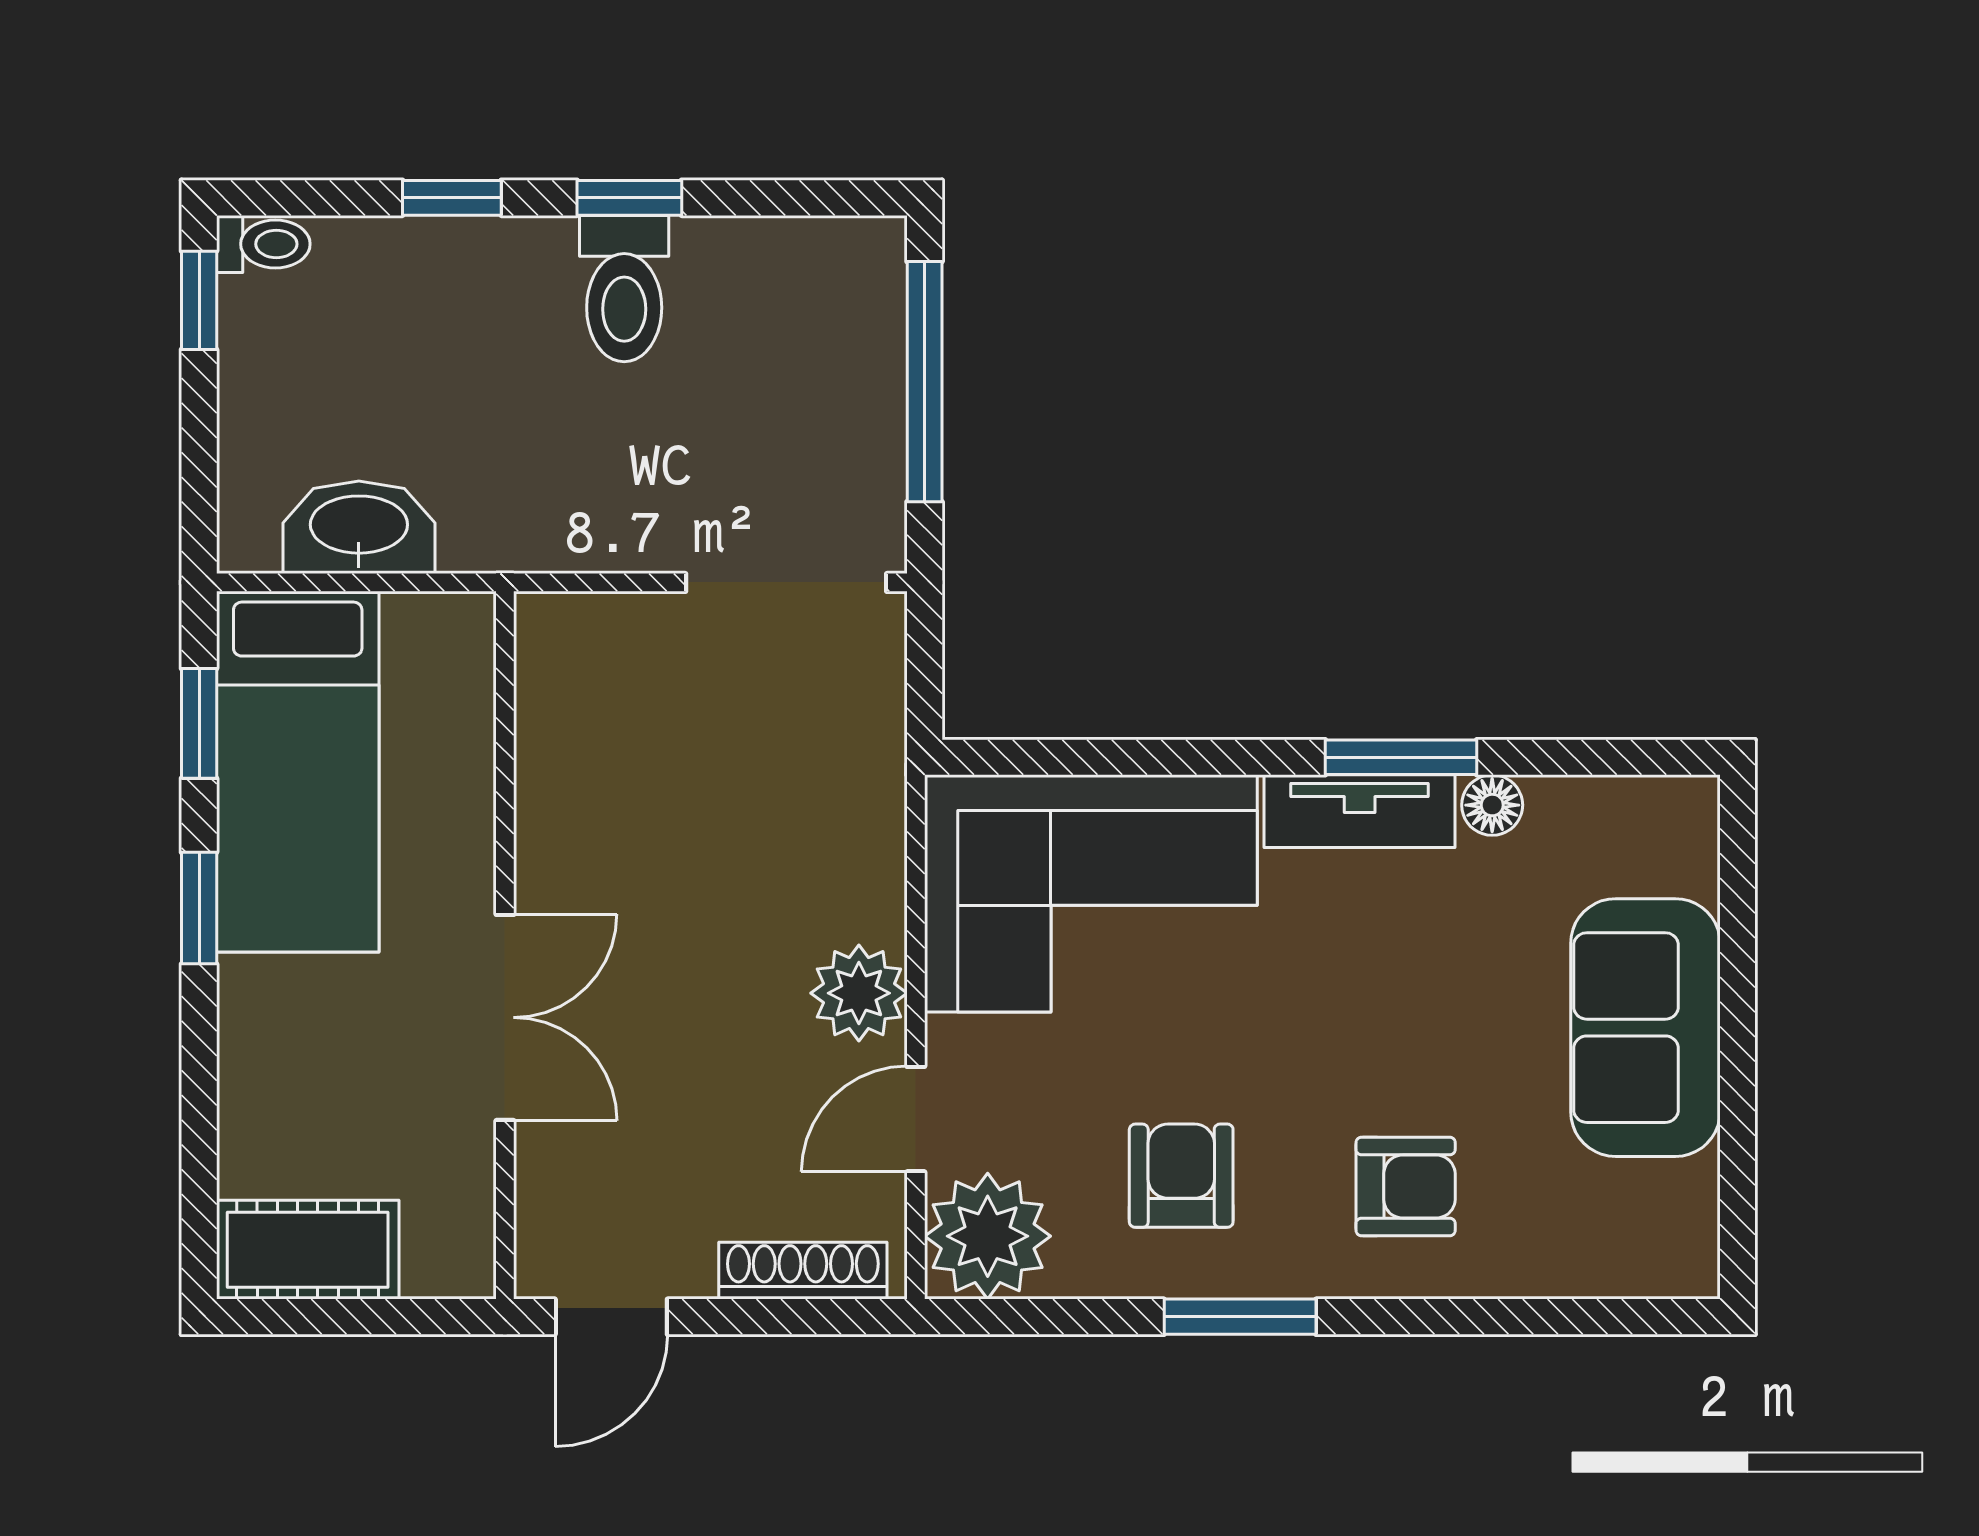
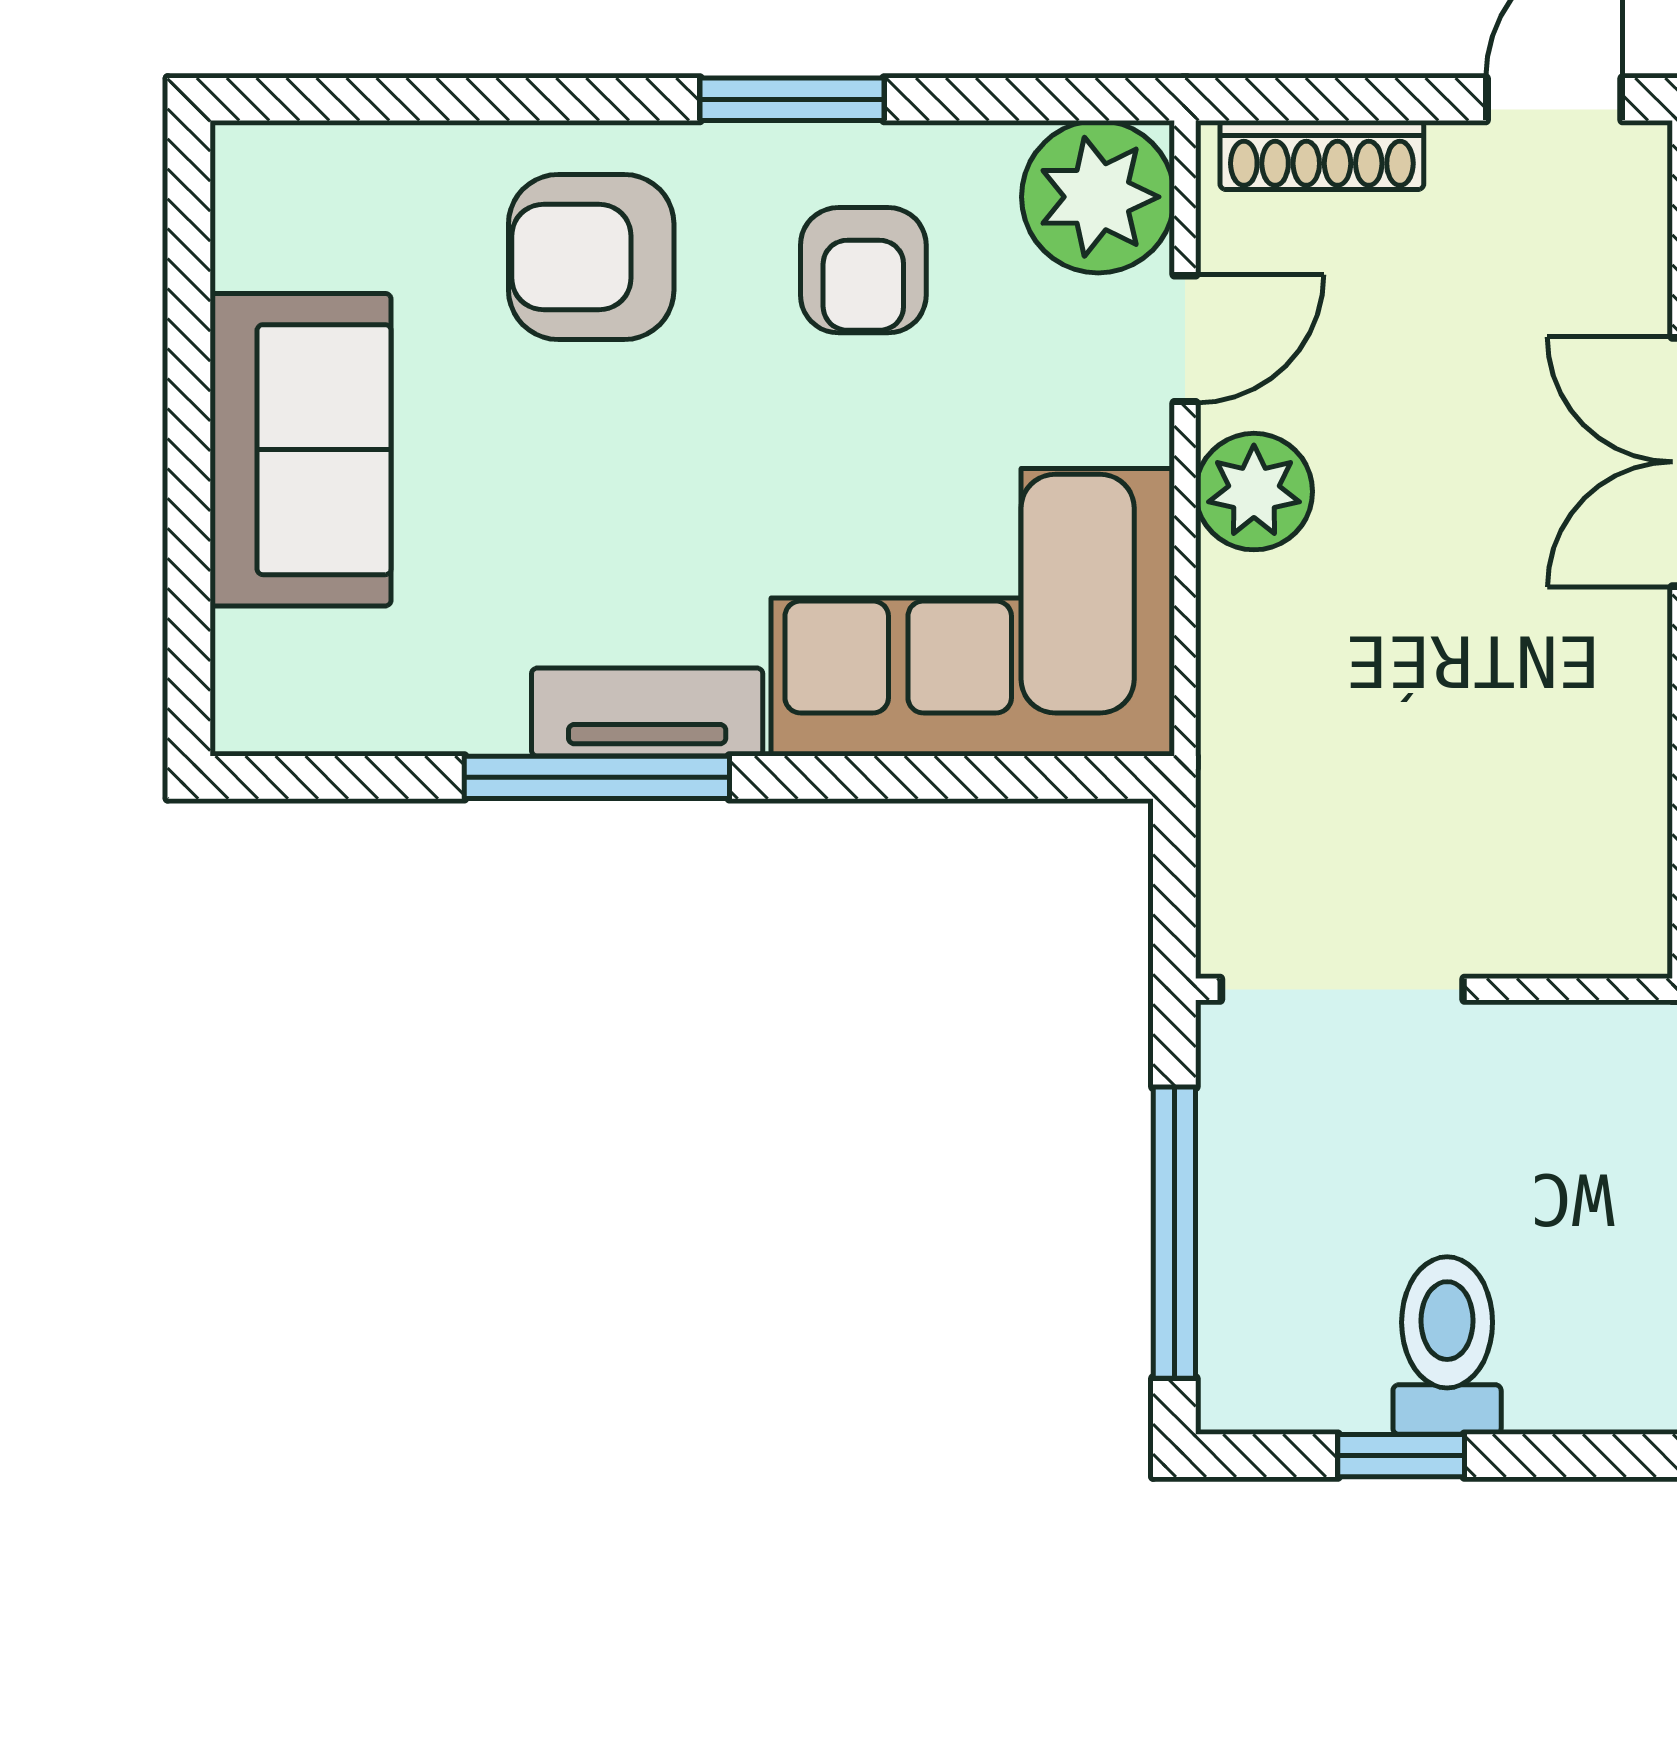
window: (629, 198) -> (1401, 1456), moved
toilet: (624, 289) -> (1447, 1346), moved
window: (1401, 757) -> (597, 777), width x1.44
floor lamp: (1492, 805) -> (486, 719), removed
armchair: (1406, 1187) -> (591, 257), width x1.38, depth x1.38

